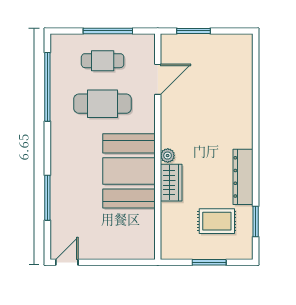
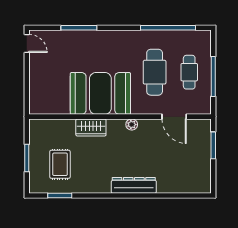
plant: (168, 156) -> (132, 125), moved
dresser: (243, 177) -> (134, 185), moved

